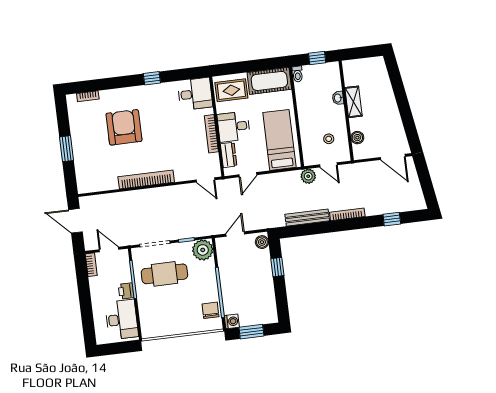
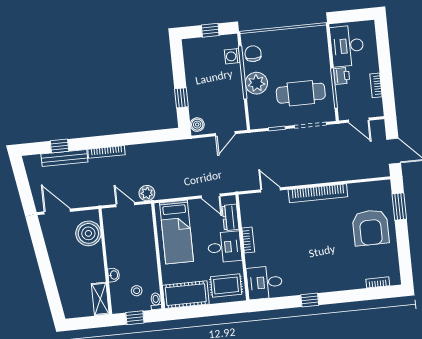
shelving: (354, 102) -> (100, 299), moved
armchair: (124, 127) -> (371, 228), moved
bookcase: (211, 134) -> (248, 240), width x0.64
boiler: (357, 138) -> (88, 233), width x1.86, depth x1.86
stool: (329, 139) -> (137, 291), moved
window: (67, 149) -> (399, 206), moved
door: (248, 175) -> (211, 196), swing flipped
door: (206, 180) -> (270, 190), moved
bench: (307, 218) -> (64, 158), moved
plant: (203, 250) -> (256, 83), moved
bookcase: (91, 265) -> (376, 85), moved
chair: (210, 310) -> (253, 54), turned 180
washing machine: (232, 321) -> (232, 56), moved
window: (251, 332) -> (210, 30), width x0.67

